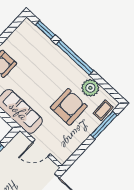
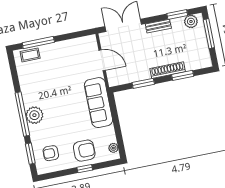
plant: (90, 88) -> (34, 115), moved
armchair: (69, 107) -> (51, 153), moved, width x0.53, depth x0.53

